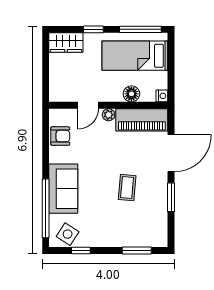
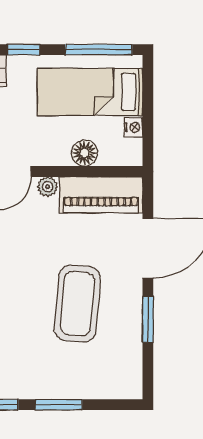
nightstand: (162, 96) -> (133, 127), moved
coffee table: (127, 188) -> (77, 304), width x1.86, depth x1.72
window: (137, 250) -> (59, 405), moved

